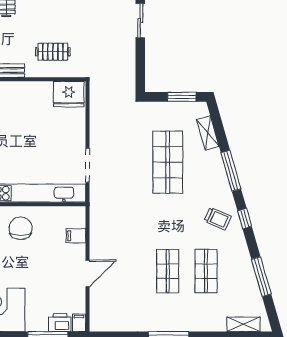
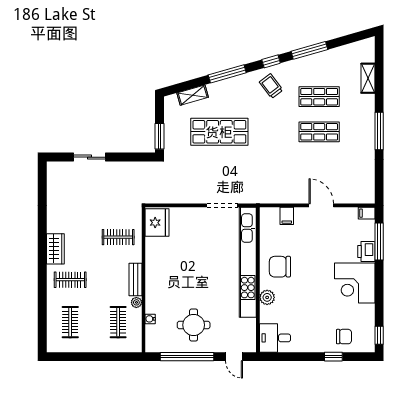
clothes rail: (53, 52) -> (118, 237), turned 90
window: (182, 97) -> (159, 136), moved
trolley: (218, 219) -> (271, 86), turned -61
window: (261, 277) -> (309, 50), moved
printer: (60, 323) -> (366, 252), moved
shelving: (244, 324) -> (368, 78), moved

